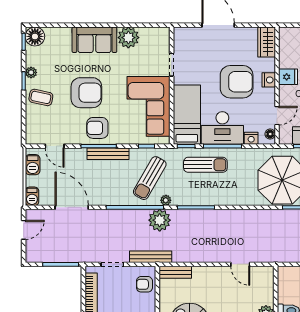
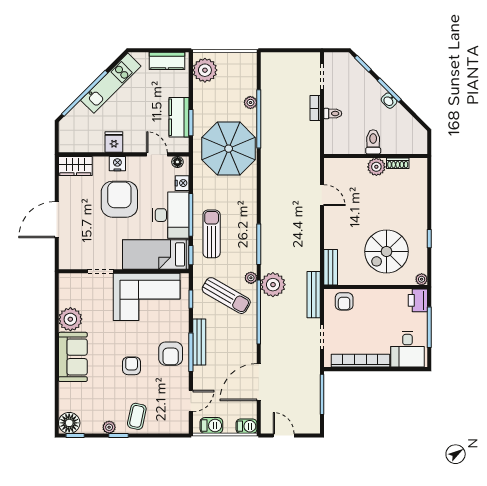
armchair: (86, 93) -> (132, 366), width x0.53, depth x0.53
door: (240, 264) -> (322, 195), hinge flipped

